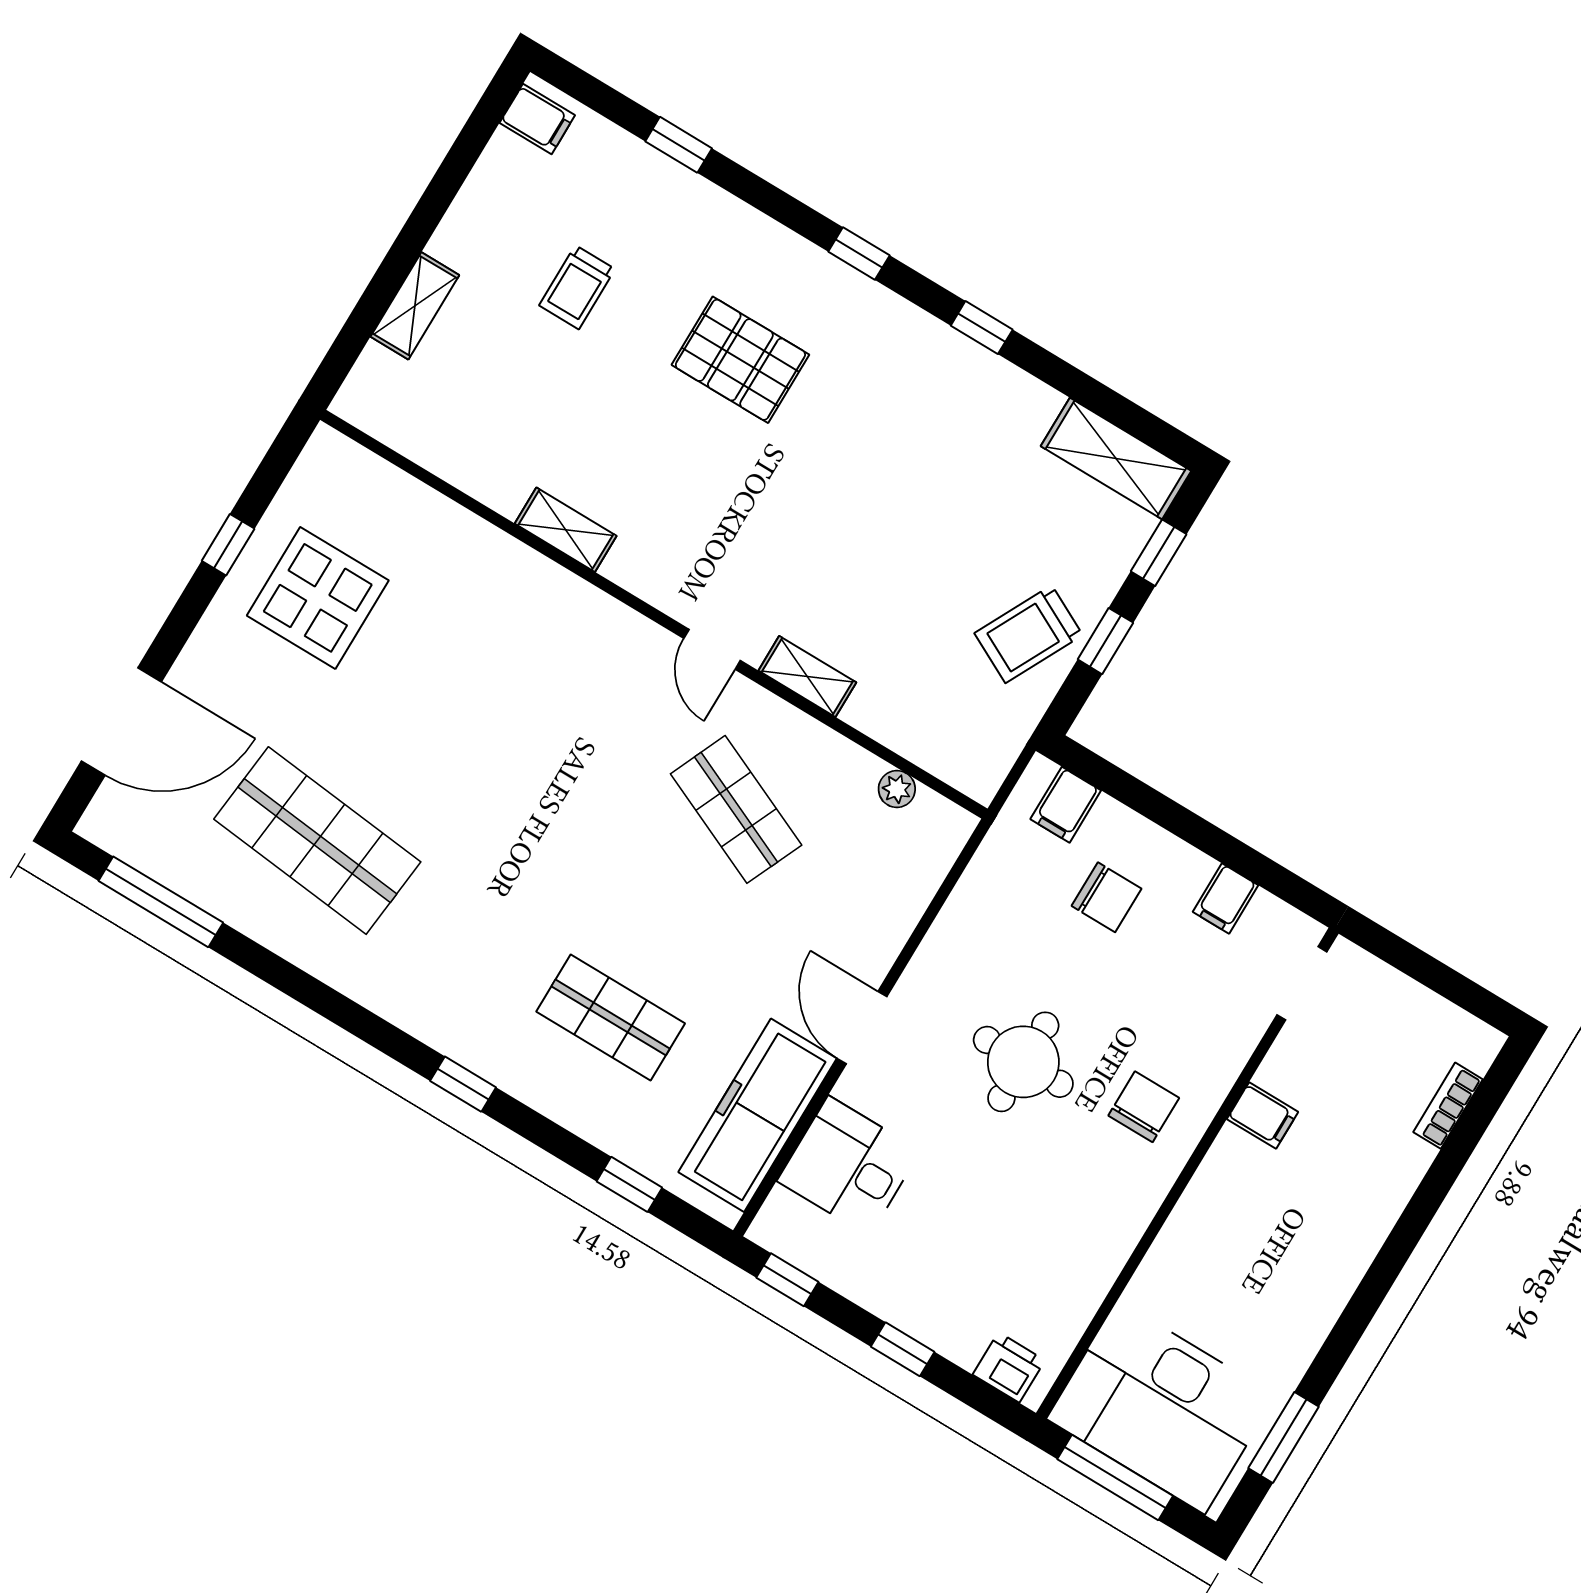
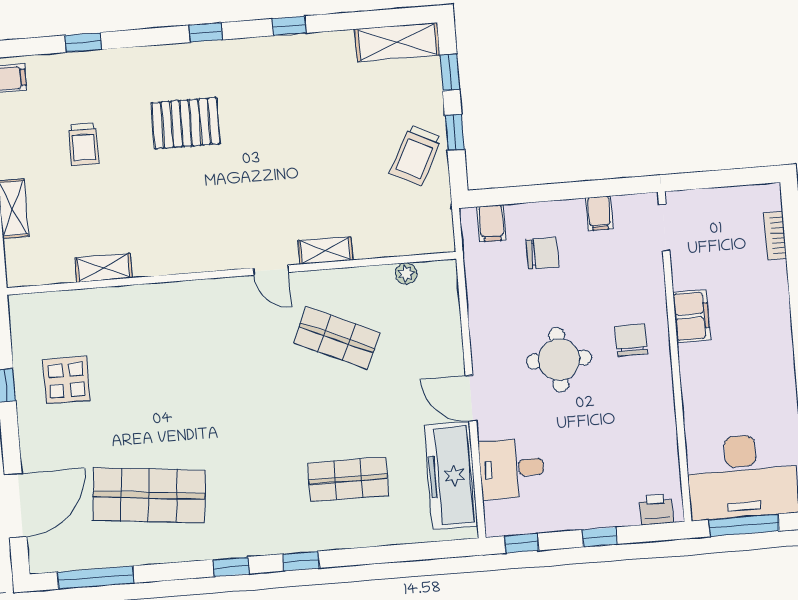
shelving: (566, 530) -> (104, 268), moved
display table: (318, 598) -> (67, 380), width x0.73, depth x0.73
filing cabinet: (1263, 1115) -> (692, 316), width x2.00
window: (629, 1184) -> (231, 567), moved

